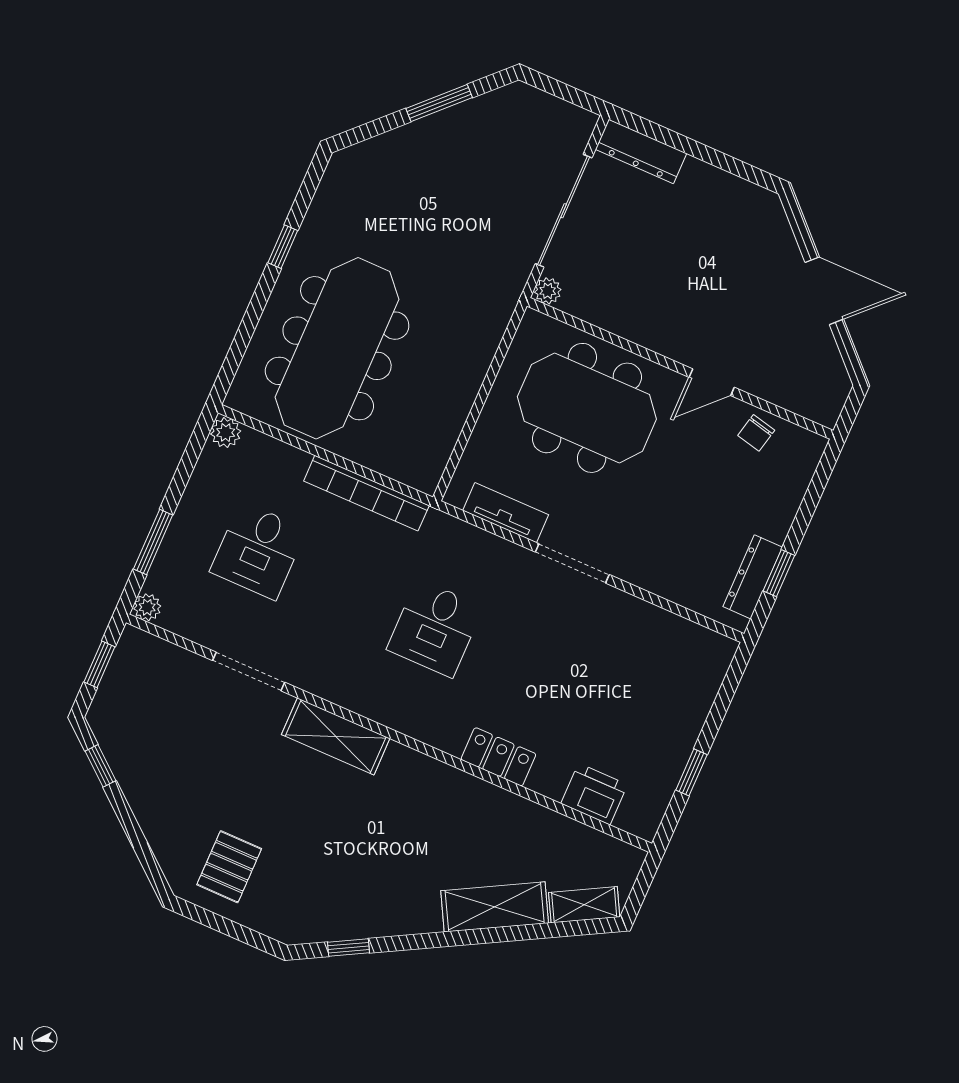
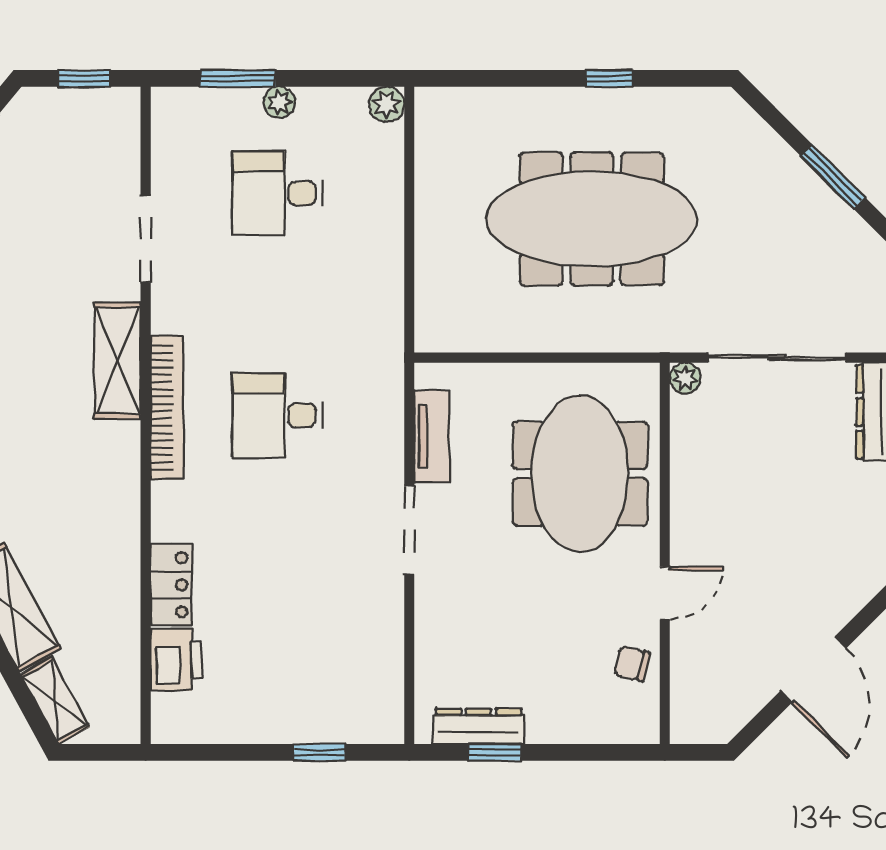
meeting table: (337, 348) -> (592, 219), moved
door: (712, 382) -> (665, 593), swing flipped
bookcase: (366, 493) -> (167, 407), moved, turned 180
plant: (147, 607) -> (279, 102), moved
locker: (498, 757) -> (171, 585), moved
window: (691, 772) -> (319, 752), moved

